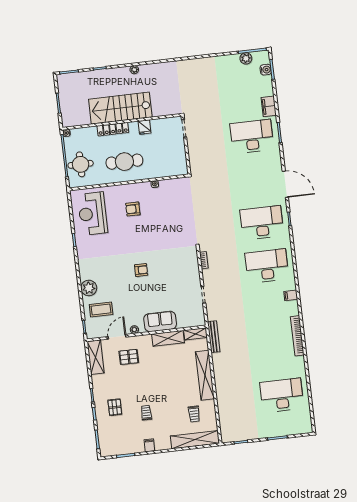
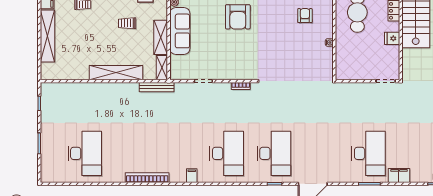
armchair: (141, 270) -> (238, 17), width x1.88, depth x1.88
sofa: (160, 321) -> (180, 31), width x1.36
trolley: (194, 414) -> (127, 23), moved
shelving: (195, 440) -> (48, 36), moved

